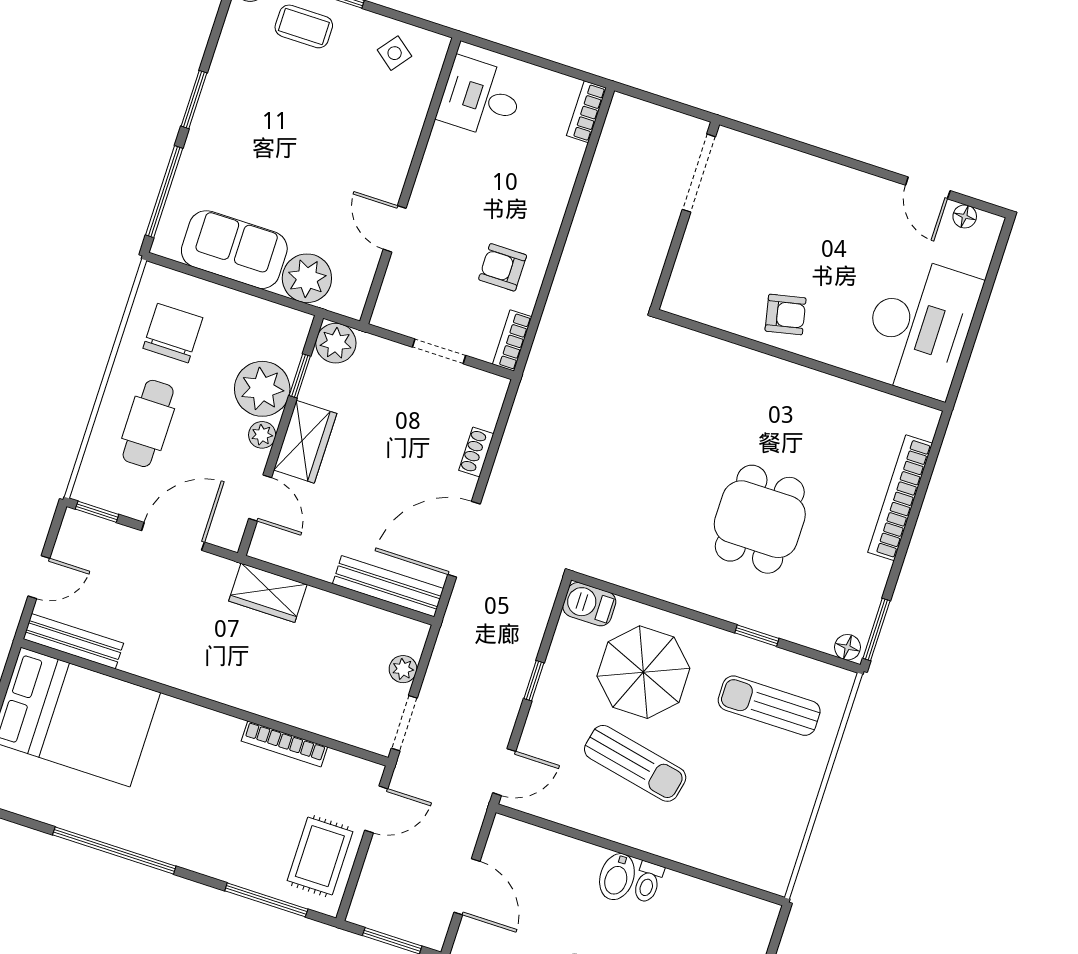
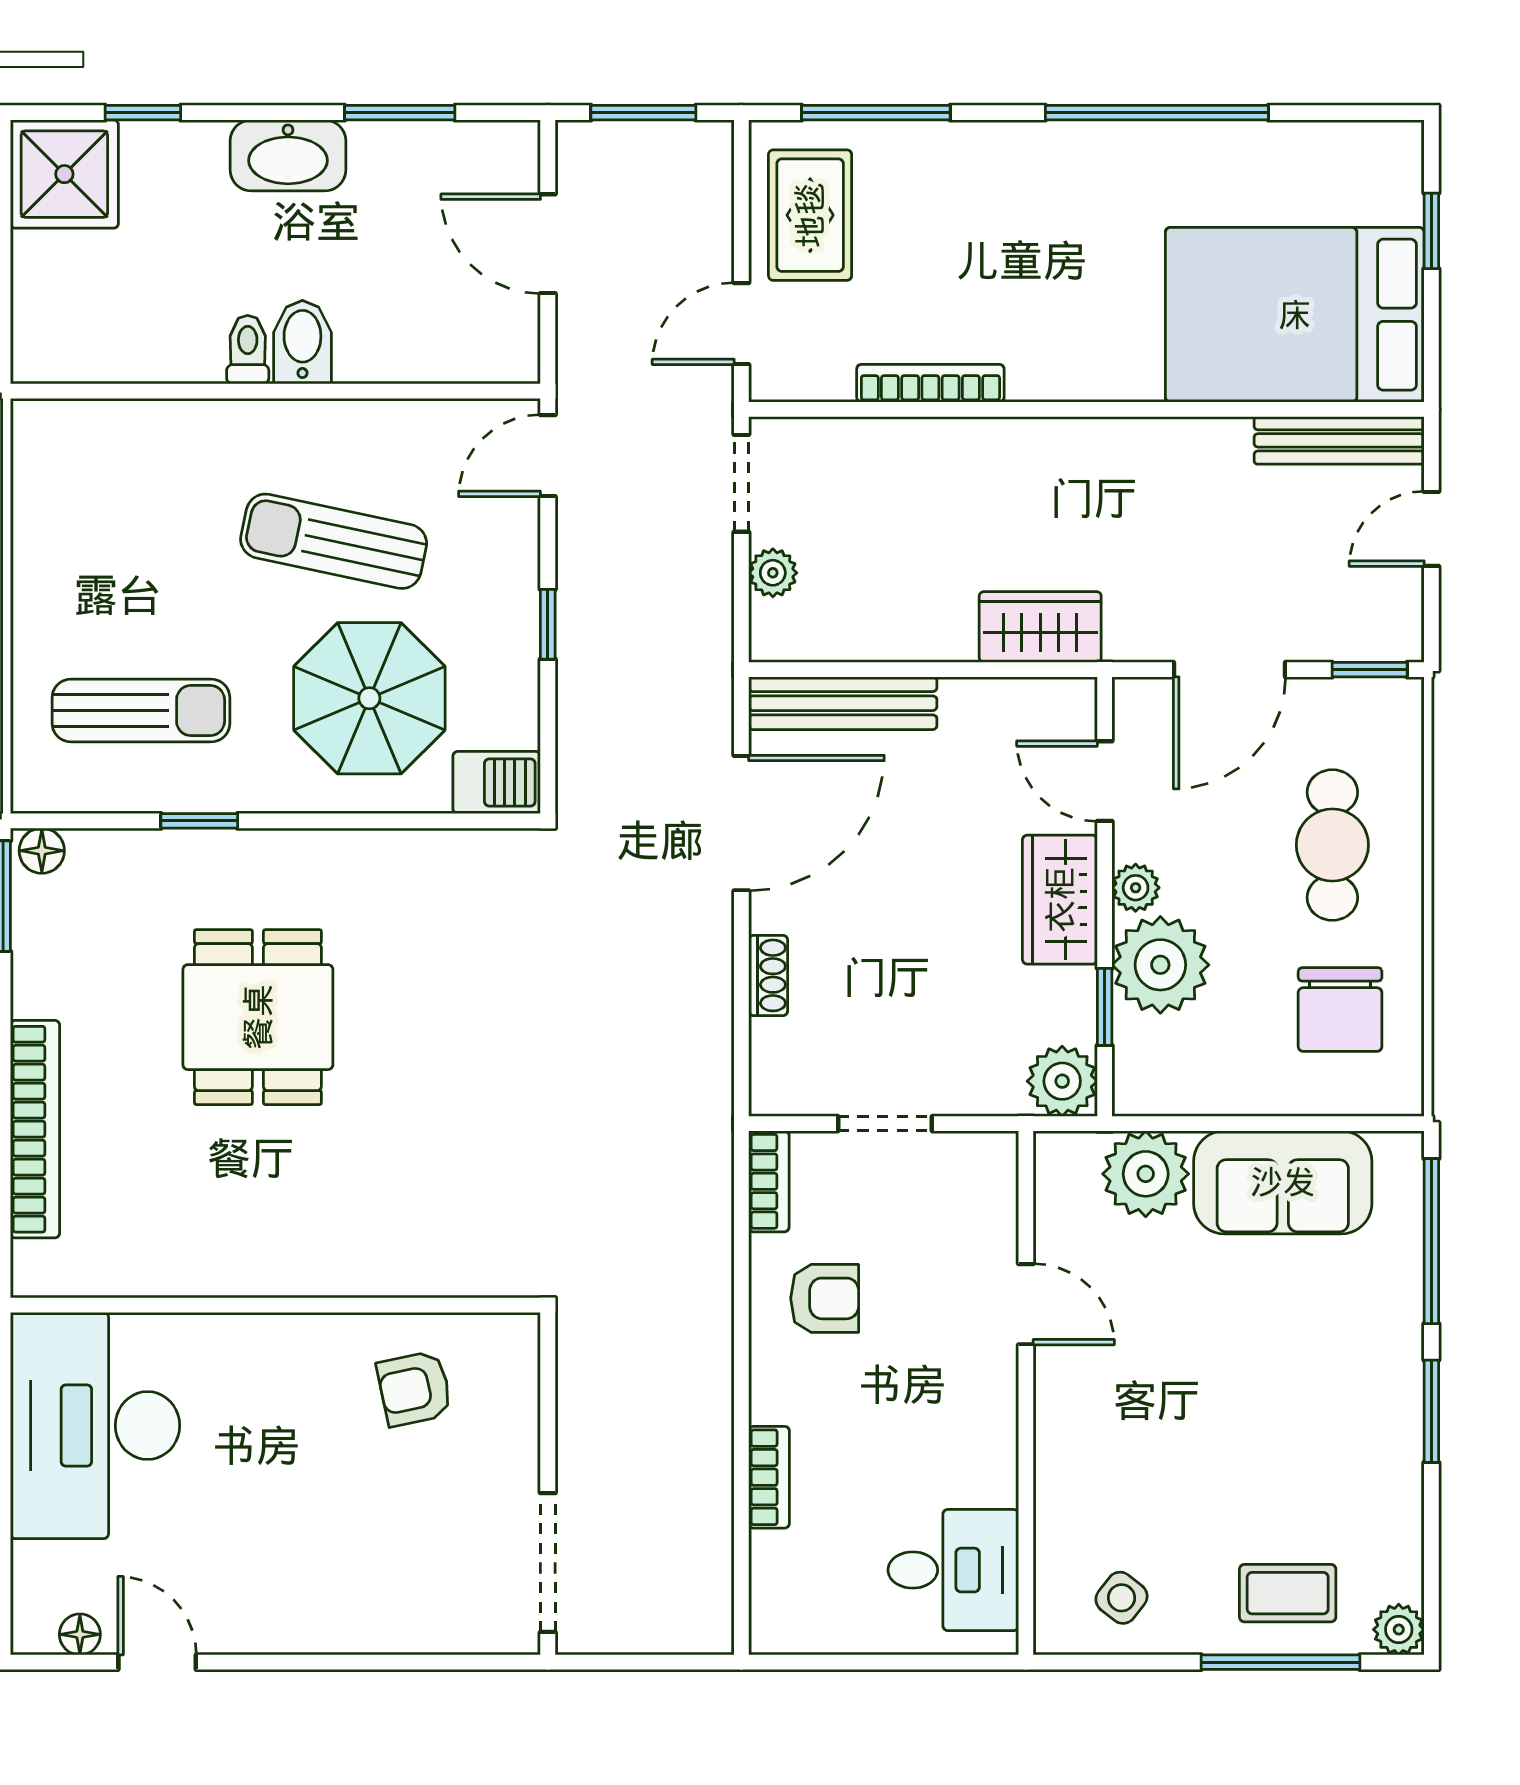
bookcase: (586, 112) -> (769, 1477), moved
armchair: (786, 314) -> (414, 1389), moved

